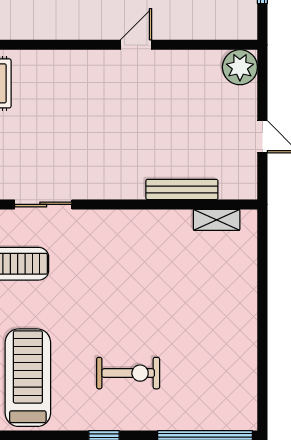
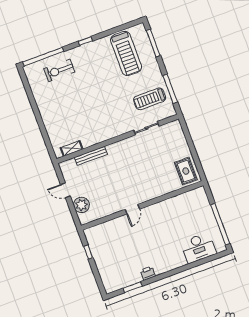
plant: (240, 67) -> (81, 205), moved
exercise bike: (128, 373) -> (59, 70), moved

